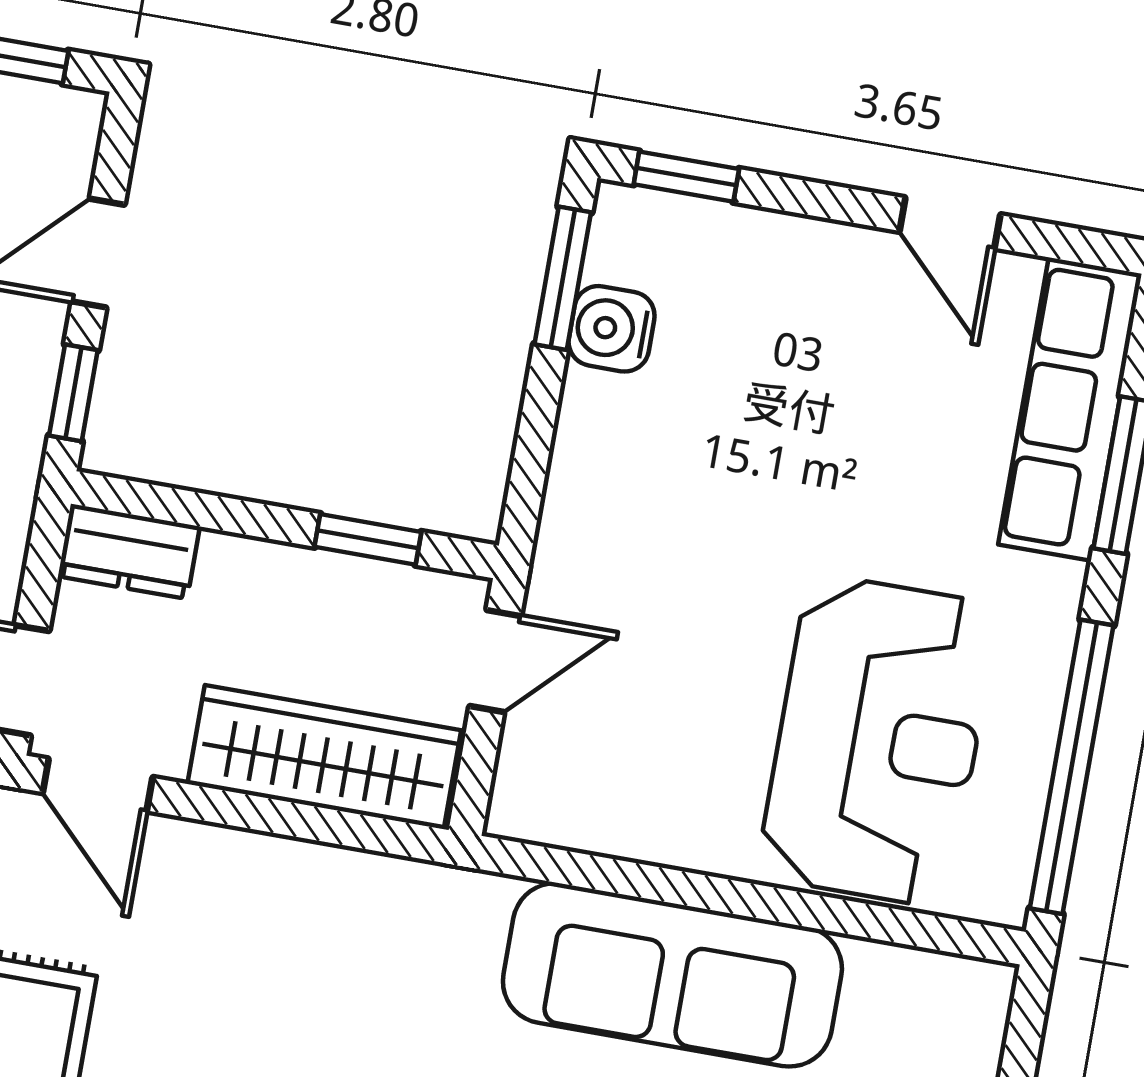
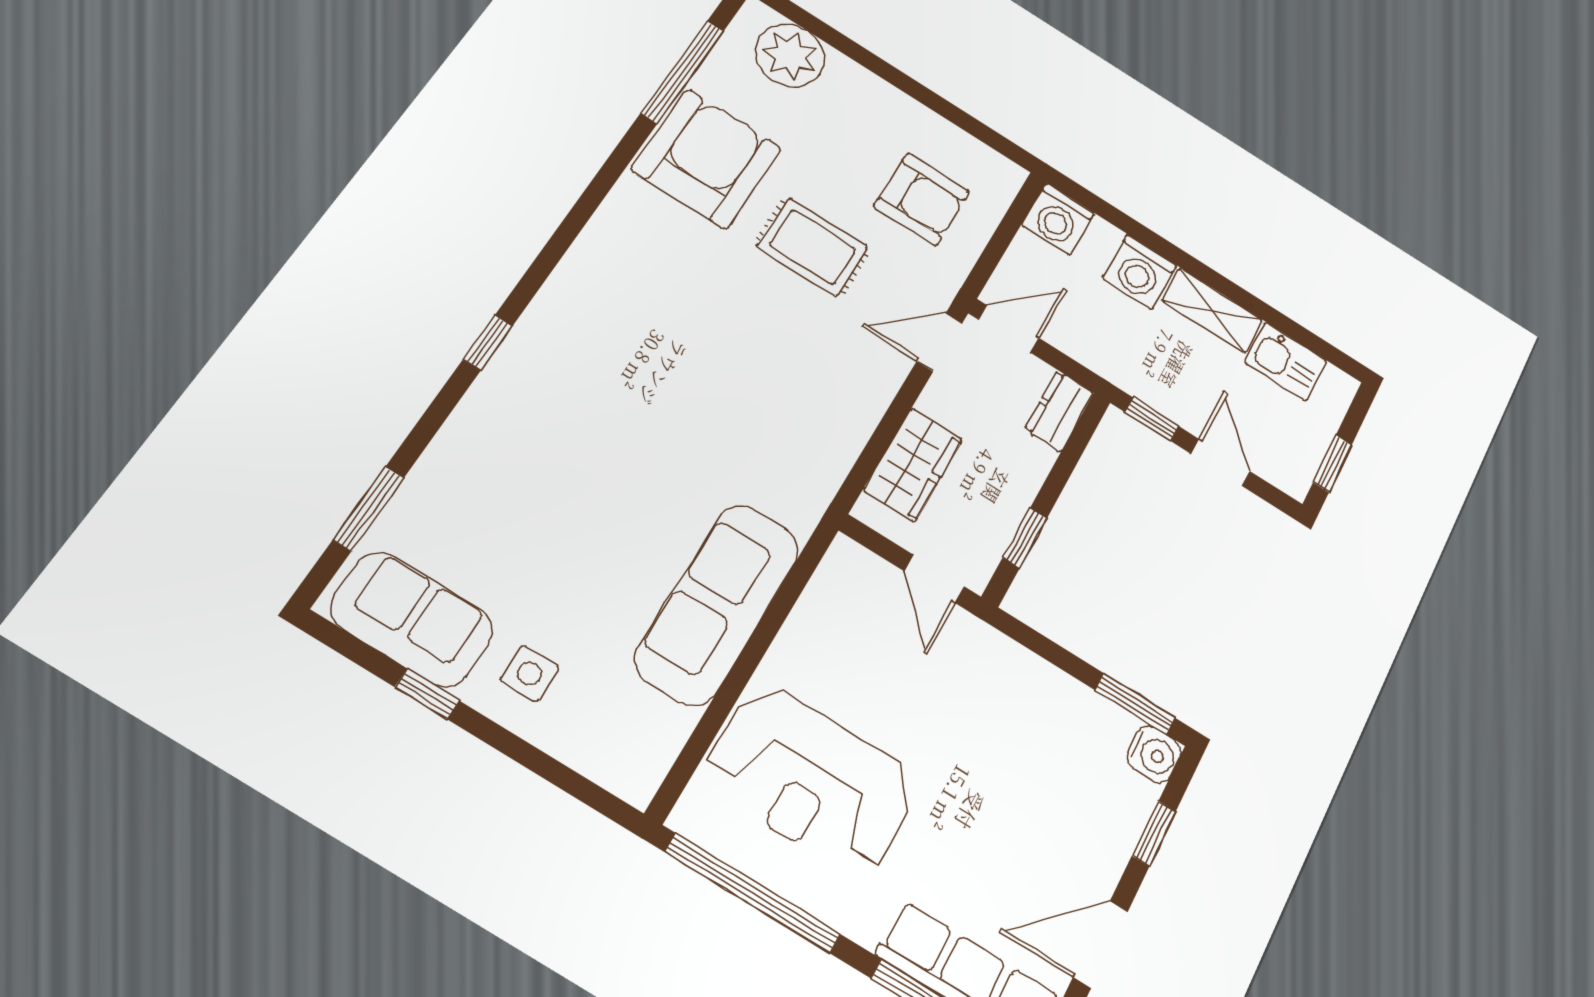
window: (686, 177) -> (1154, 834), moved
door: (950, 223) -> (1101, 944), width x1.38
water cooler: (612, 329) -> (1154, 754), moved, turned 90
wardrobe: (324, 757) -> (913, 465), width x0.67

